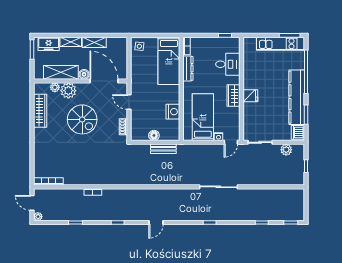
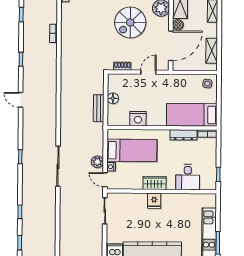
shelving: (94, 42) -> (212, 51), moved
plant: (286, 150) -> (97, 162), moved

